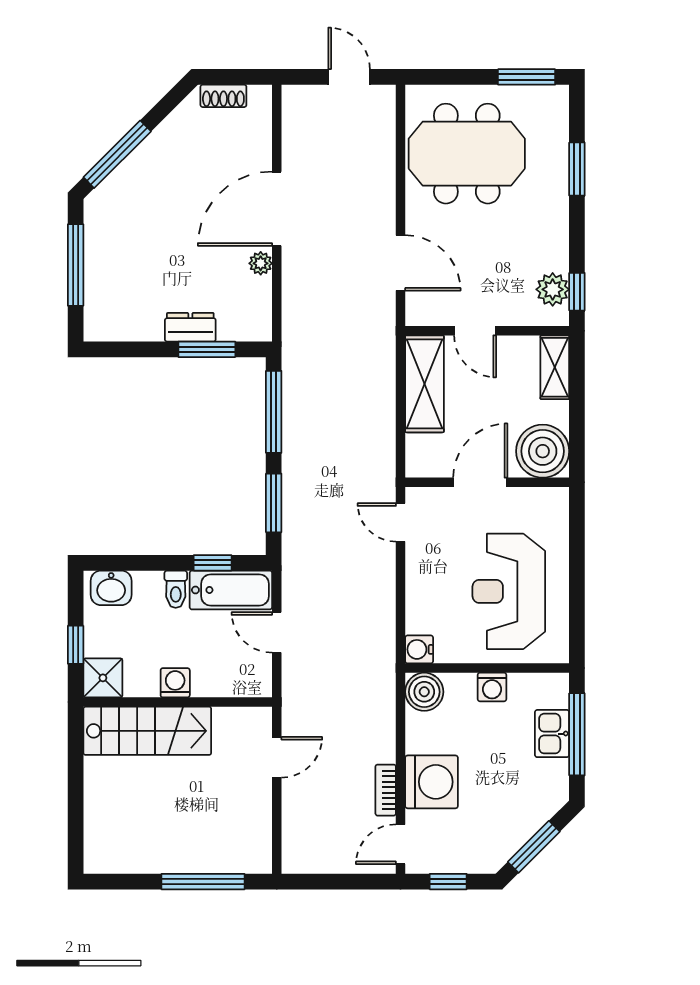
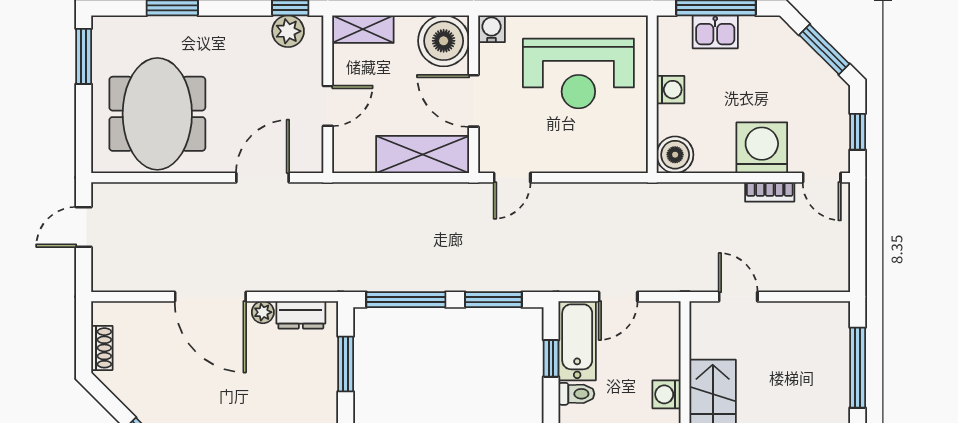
dresser: (190, 327) -> (301, 315), moved, turned -90
shelving: (425, 384) -> (423, 154), moved
water cooler: (419, 649) -> (492, 29), moved, turned 180

